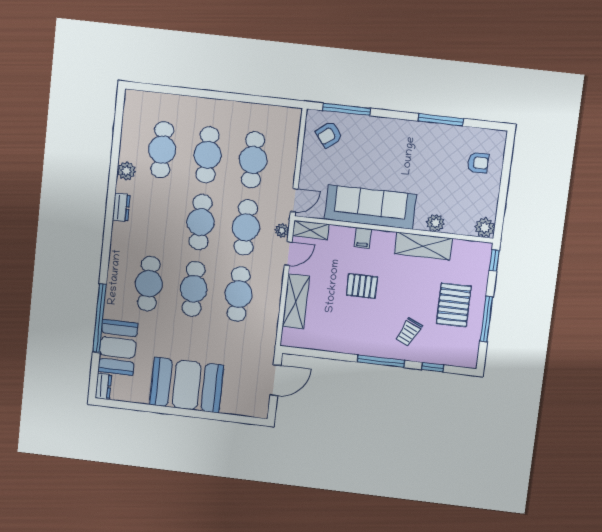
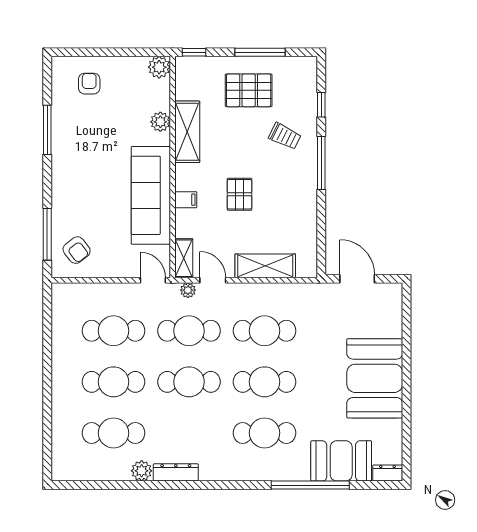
dresser: (121, 207) -> (176, 472), width x1.44

